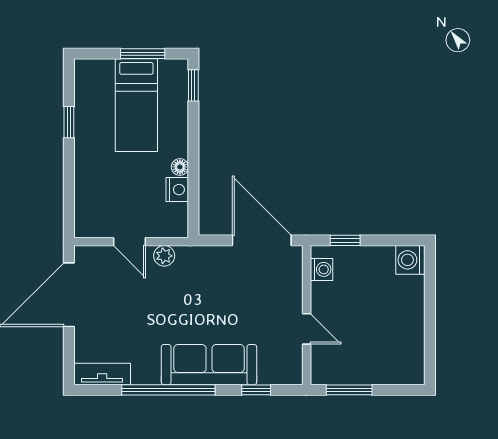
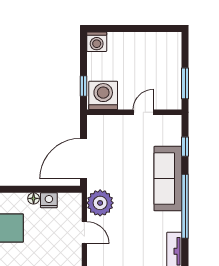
door: (262, 240) -> (83, 159), moved
door: (129, 242) -> (84, 233), hinge flipped
plant: (164, 256) -> (100, 203), width x1.88, depth x1.88
washing machine: (321, 269) -> (103, 95), width x1.89, depth x1.89

